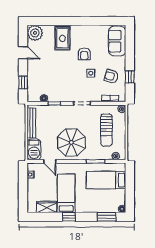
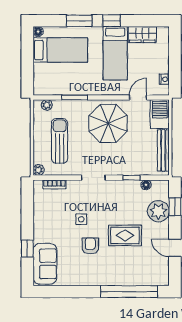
window: (56, 21) -> (129, 292), added
plant: (35, 33) -> (158, 211), moved
rug: (62, 38) -> (125, 235), moved, turned 90
armchair: (111, 76) -> (53, 215), removed
window: (130, 77) -> (27, 249), moved
door: (50, 161) -> (138, 97), hinge flipped
bed: (106, 180) -> (60, 50), moved
window: (107, 217) -> (79, 21), moved

